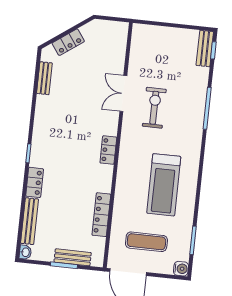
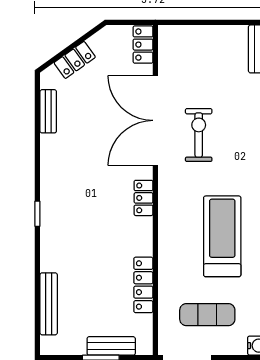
double door: (123, 94) -> (155, 120), width x1.87
locker: (35, 182) -> (143, 45), moved, turned 180
treadmill: (164, 185) -> (222, 236), turned 180
washbasin: (25, 252) -> (47, 346), removed

